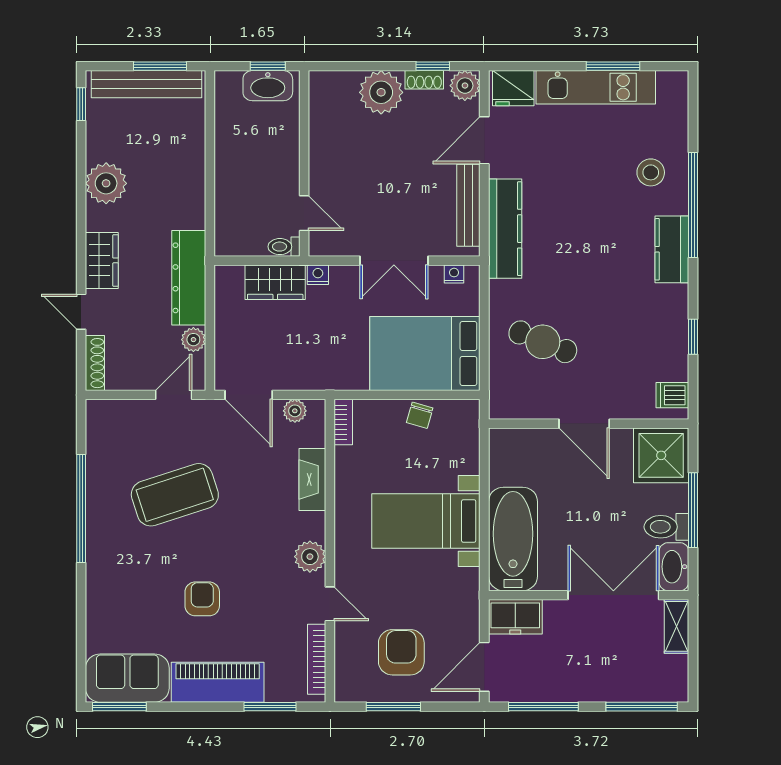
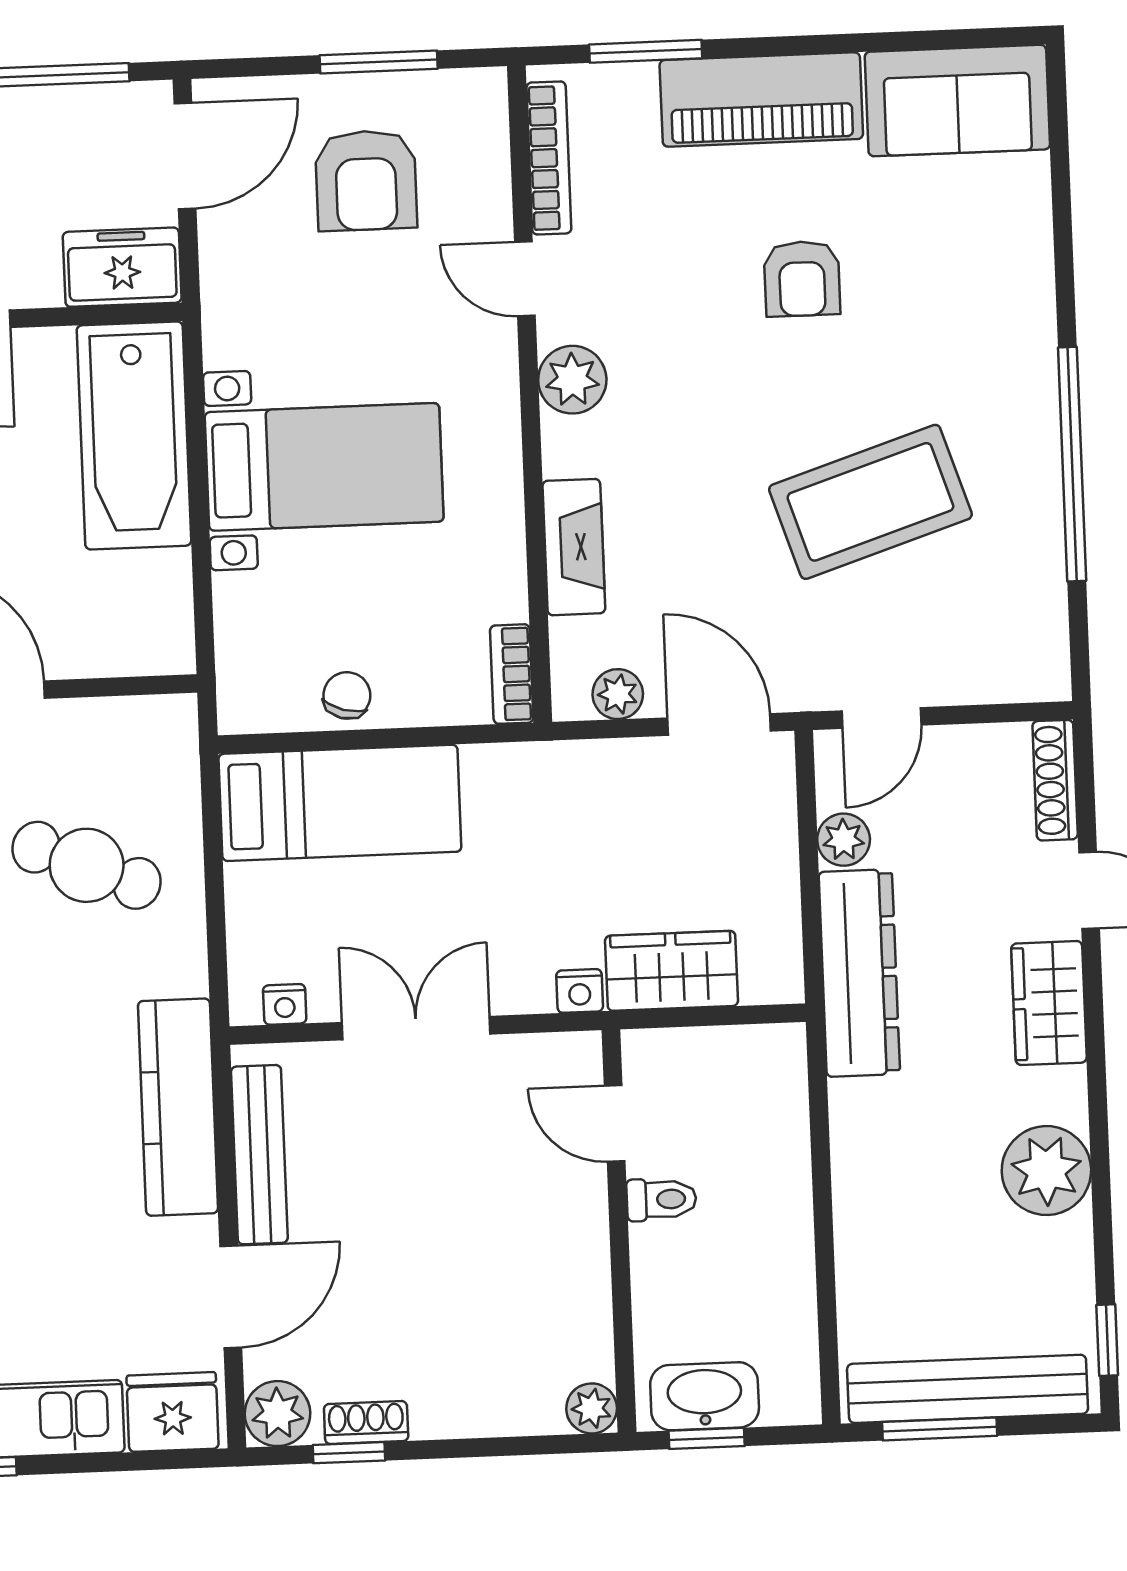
plant: (381, 92) -> (592, 1408), moved, width x0.53, depth x0.53
toilet: (284, 247) -> (661, 1199), moved
bed: (425, 353) -> (340, 803), width x0.67
window: (119, 707) -> (972, 38), removed

